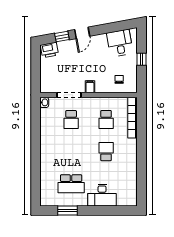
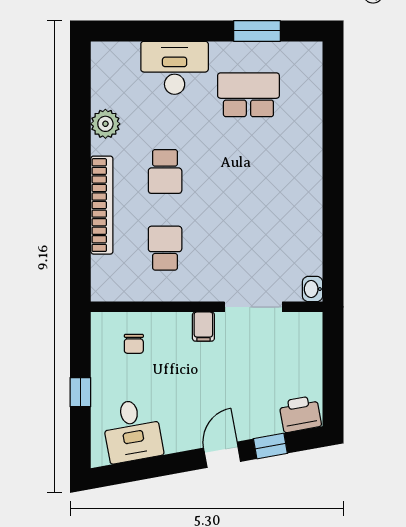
bookcase: (133, 118) -> (102, 205), moved
school desk: (71, 120) -> (248, 248), removed
plant: (131, 172) -> (105, 124), added

